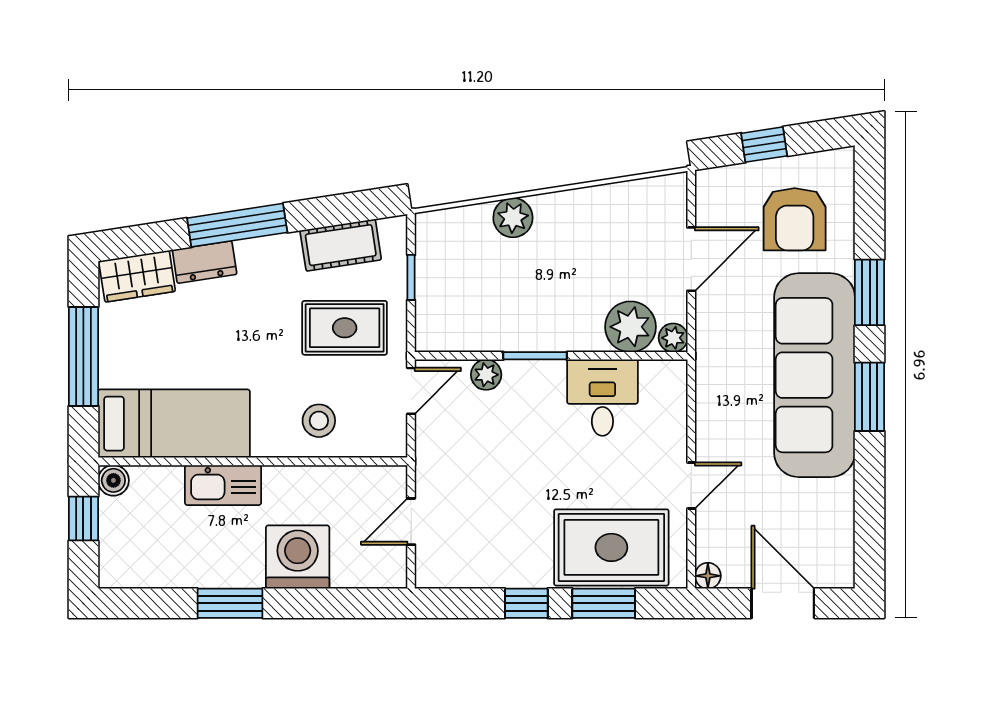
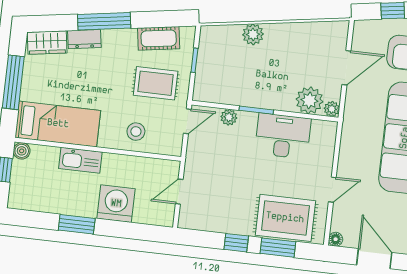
desk: (602, 398) -> (283, 136), width x1.37

